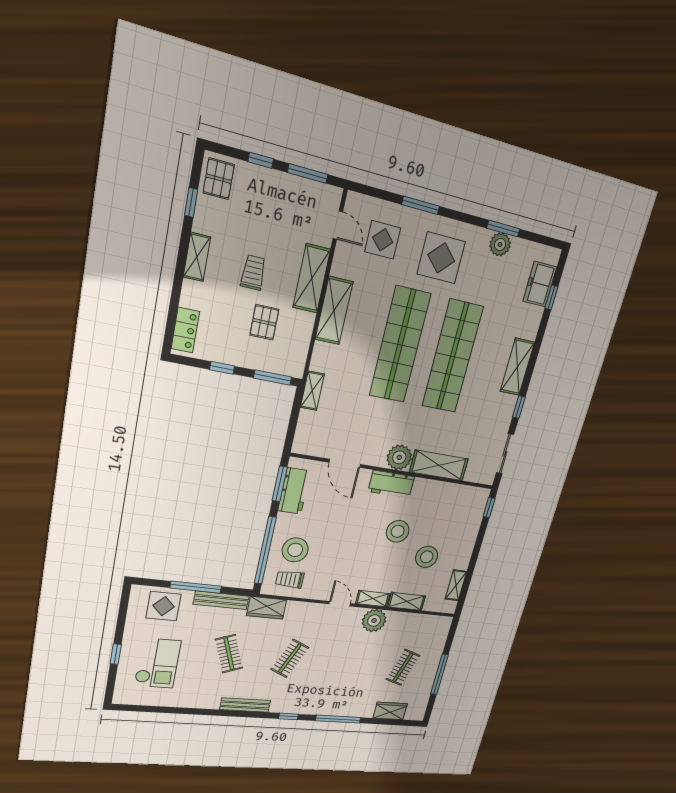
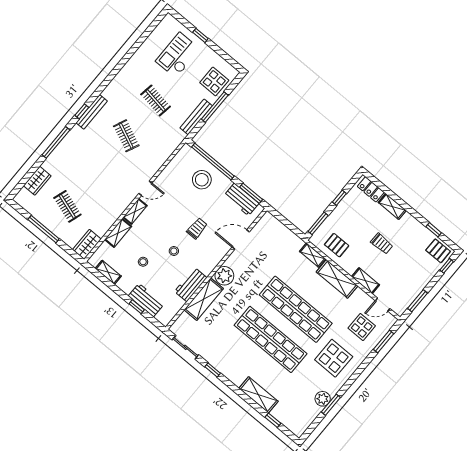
window: (261, 160) -> (447, 266), moved
window: (421, 205) -> (384, 342), moved
shelving: (197, 257) -> (392, 206), moved
shelving: (312, 278) -> (366, 281), width x0.67, depth x0.75
freezer: (540, 284) -> (285, 416), removed
pallet: (264, 322) -> (337, 245), moved
shelving: (517, 367) -> (259, 395), moved
shelving: (312, 391) -> (313, 255), moved
workbench: (391, 484) -> (191, 285), moved
window: (489, 507) -> (137, 307), moved
workbench: (469, 528) -> (146, 300), added
stool: (398, 531) -> (174, 251), width x0.53, depth x0.53
stool: (427, 557) -> (143, 262), width x0.53, depth x0.53
trolley: (290, 579) -> (197, 228), moved
wardrobe: (267, 608) -> (87, 244), moved
plant: (374, 621) -> (118, 204), removed
clothes rail: (229, 654) -> (156, 100), turned 30
checkout: (158, 663) -> (178, 55), turned 90
bench: (245, 705) -> (92, 112), moved

